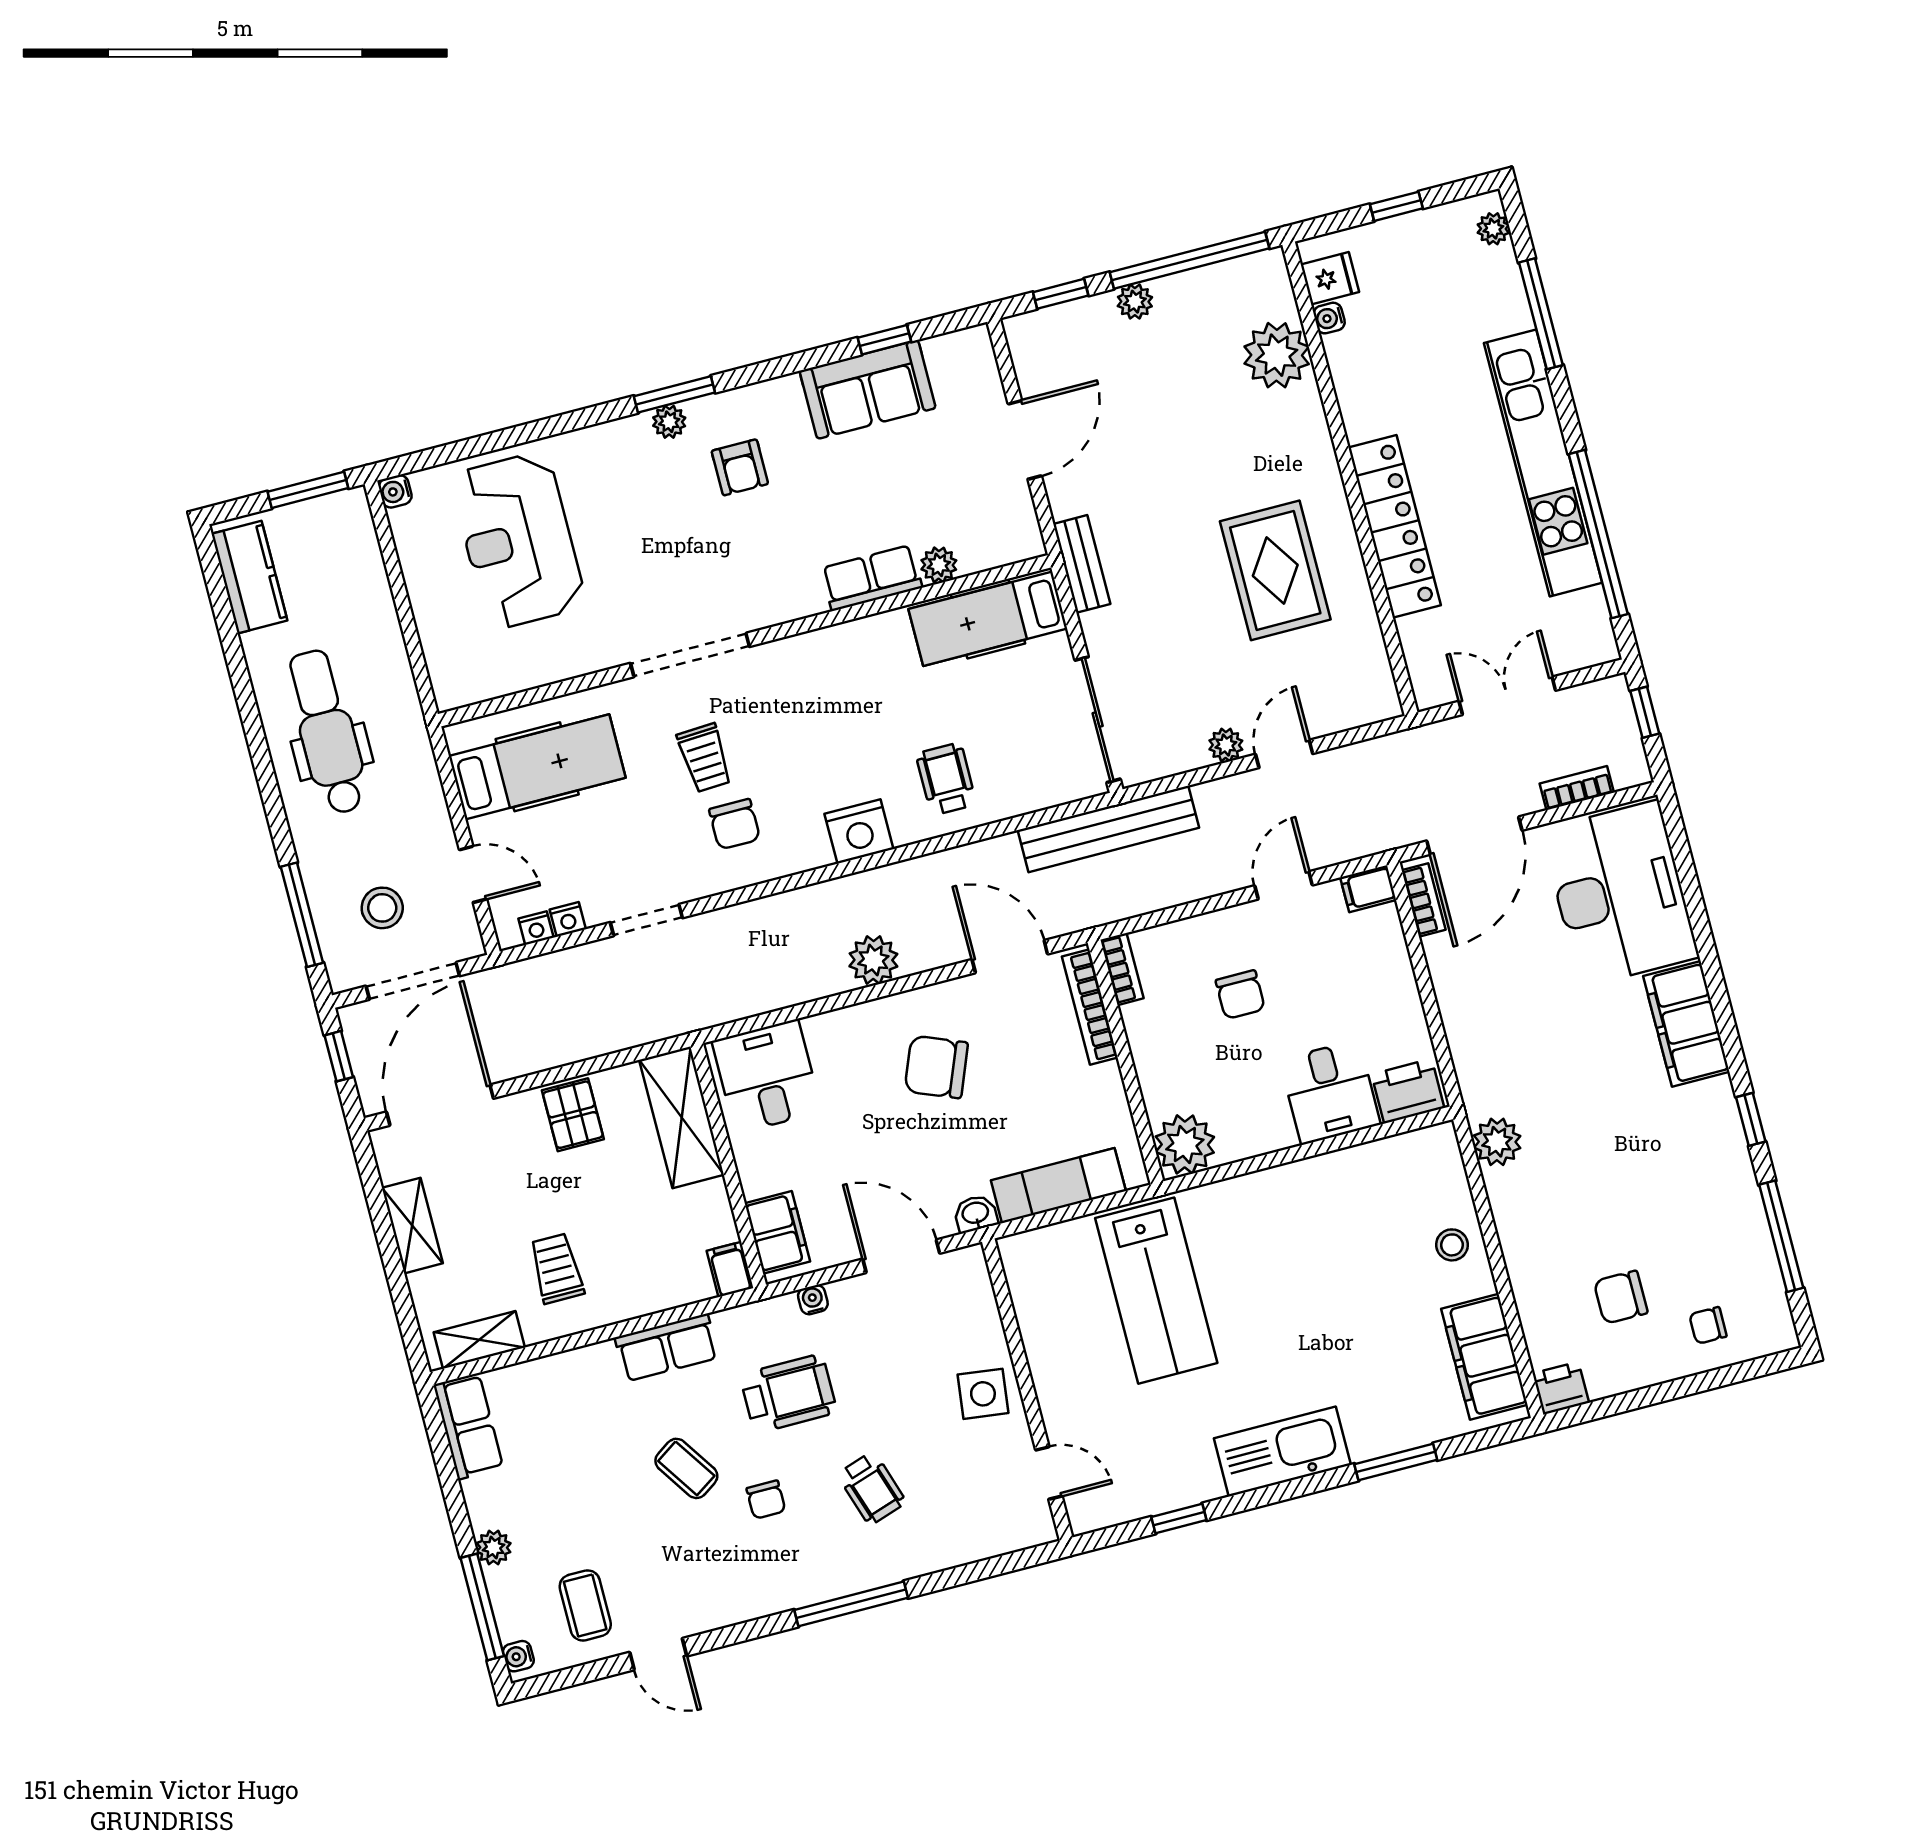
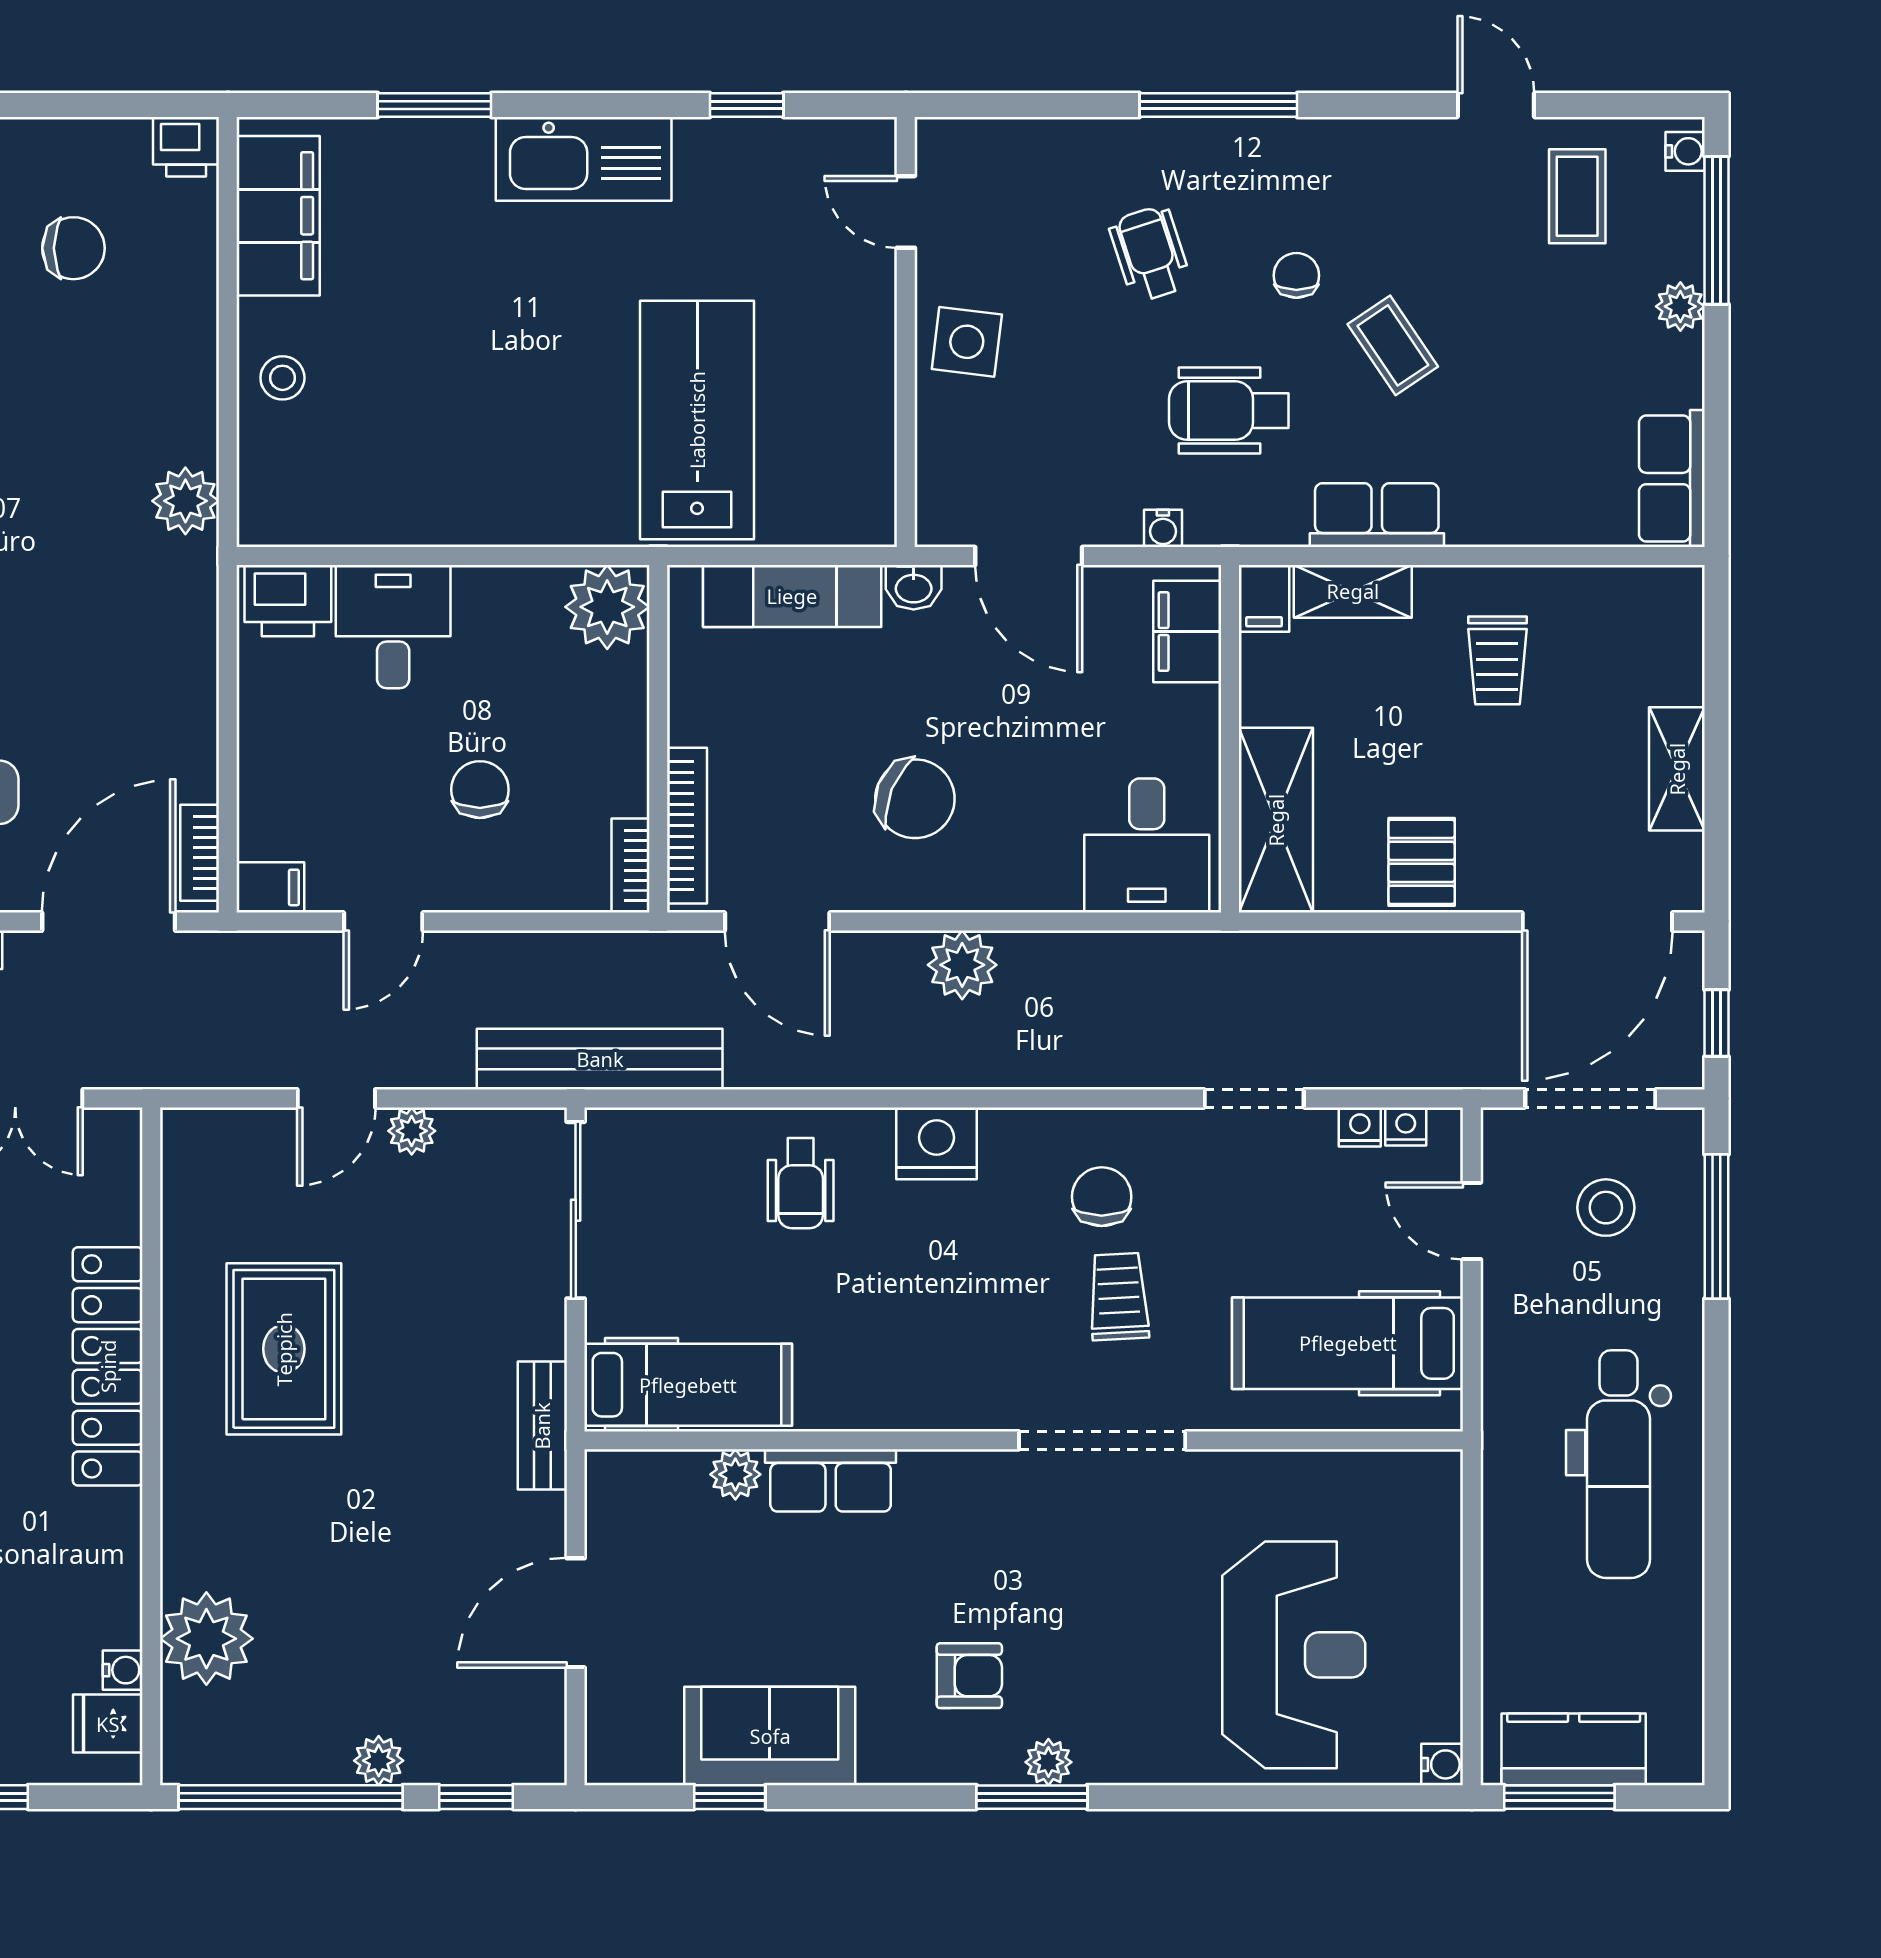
armchair: (740, 467) -> (969, 1676), turned 90
kitchen counter: (249, 577) -> (1574, 1749), moved, turned 90
shelving: (479, 1340) -> (1353, 591), moved

